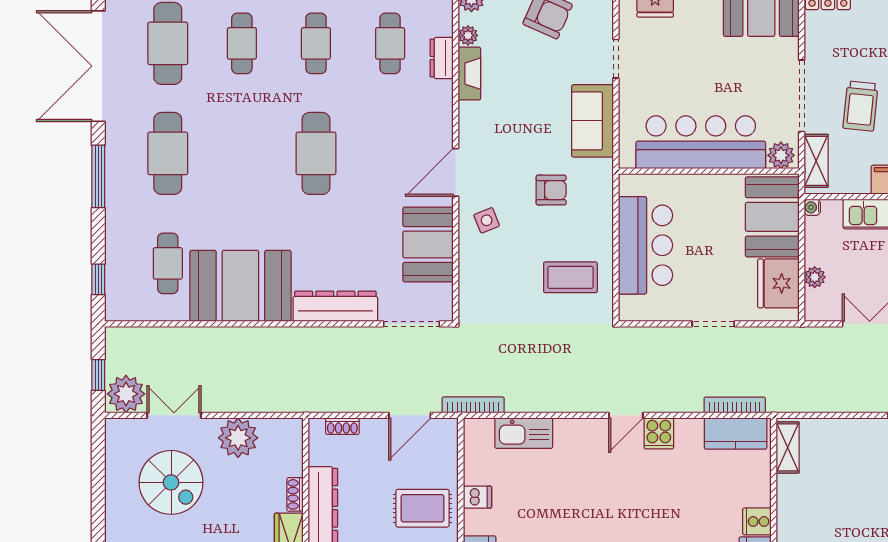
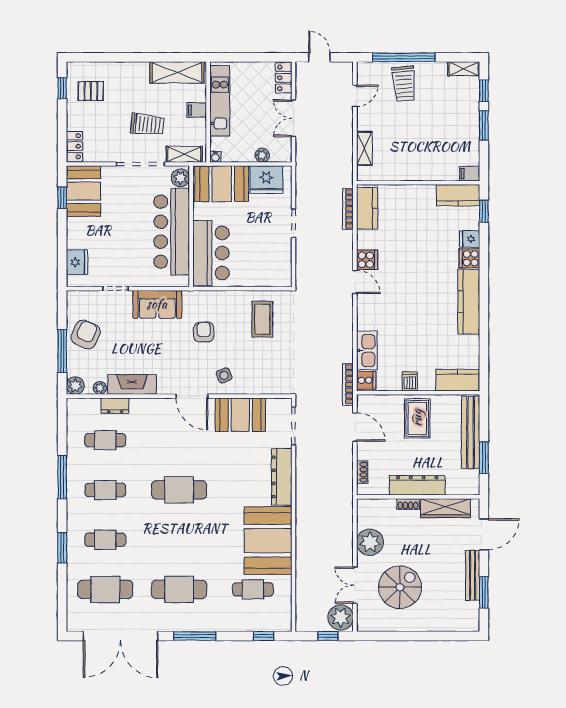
fireplace: (469, 74) -> (132, 384), width x1.37, depth x1.32
bar counter: (646, 245) -> (211, 253), moved, turned 90
shelving: (788, 447) -> (364, 148), moved, turned 90
cooker: (757, 521) -> (366, 380), moved, turned -90

